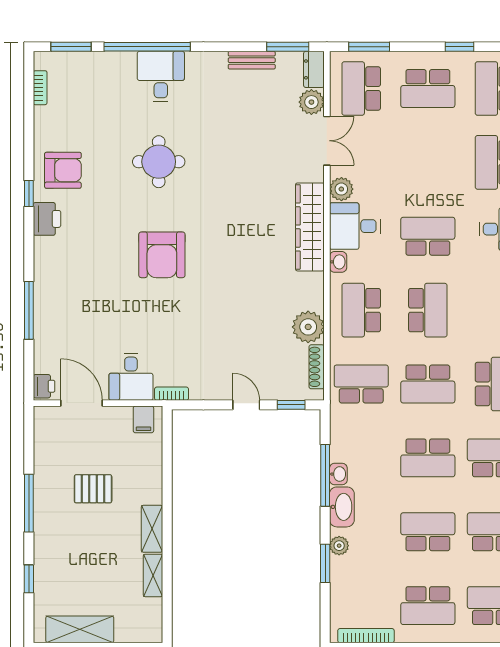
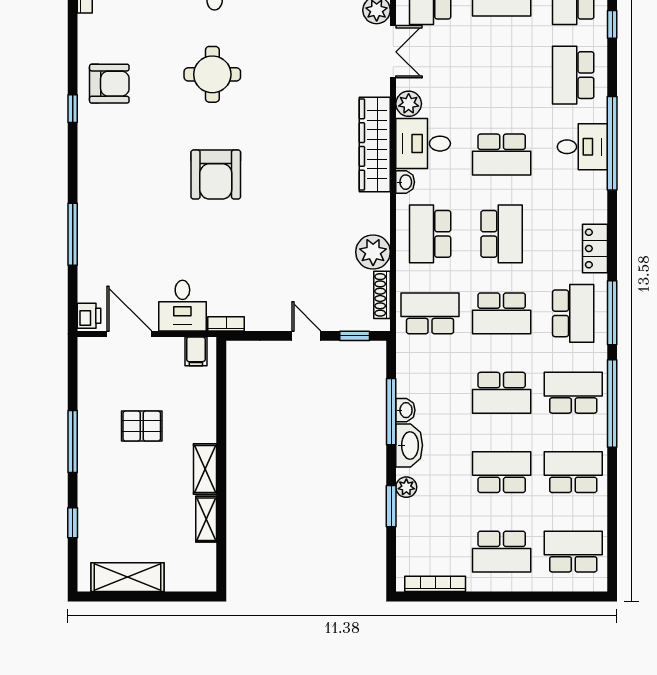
printer: (47, 219) -> (92, 136), removed
school desk: (428, 236) -> (502, 154), turned 180

